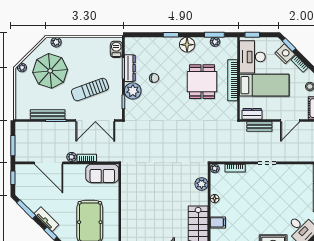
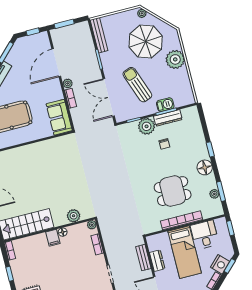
plant: (56, 42) -> (175, 59), moved, width x1.87, depth x1.87
barbecue: (116, 49) -> (165, 105), moved
desk: (252, 57) -> (205, 235), width x0.73
dresser: (252, 114) -> (157, 261), moved
bench: (48, 115) -> (99, 35), moved
filing cabinet: (218, 222) -> (53, 238), moved

